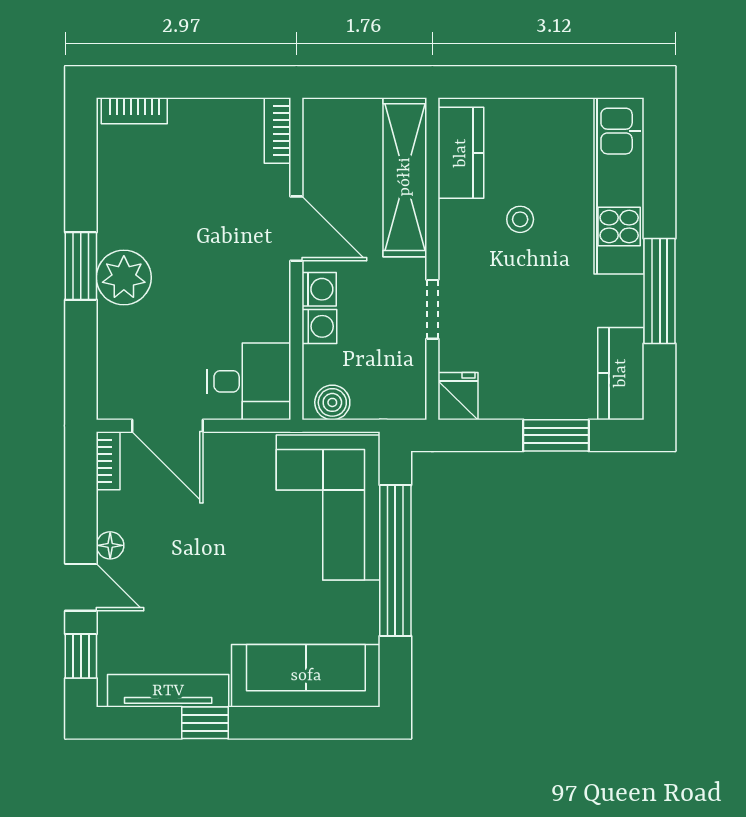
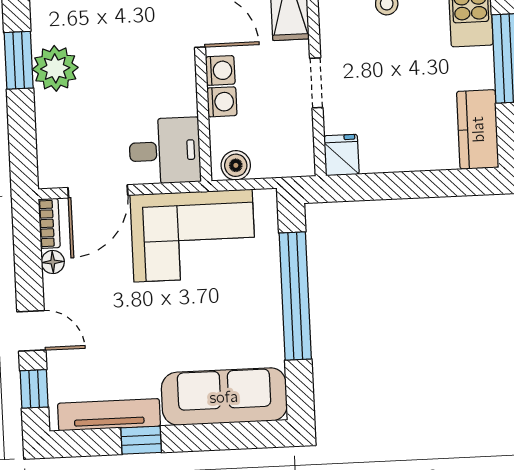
door: (167, 426) -> (98, 191), hinge flipped
window: (556, 435) -> (425, 184), removed
corner sofa: (328, 507) -> (193, 236), moved, turned -90
floor lamp: (110, 545) -> (53, 262), moved

